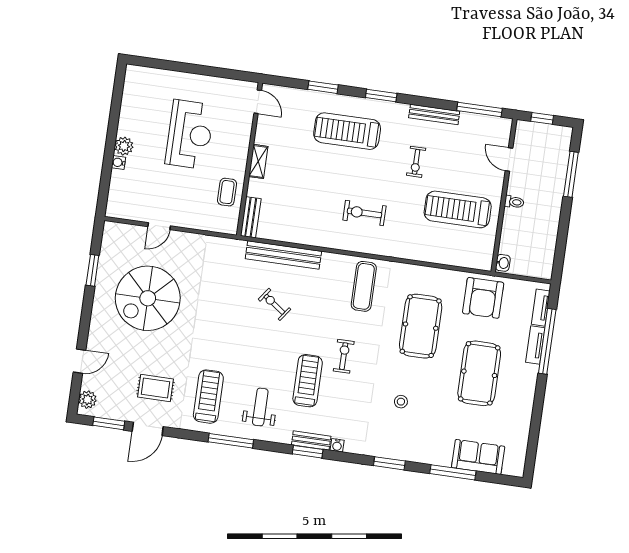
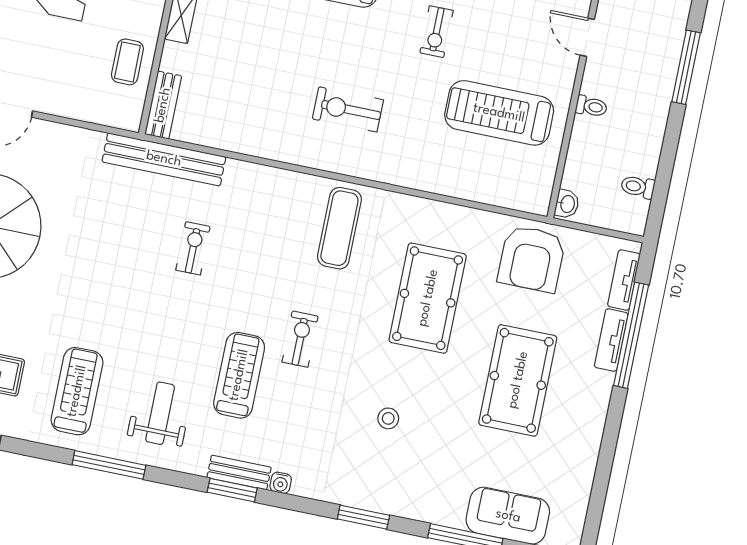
toilet: (546, 250) -> (638, 187), added
bench: (283, 255) -> (164, 159), moved
exercise bike: (274, 304) -> (193, 248), turned 54

